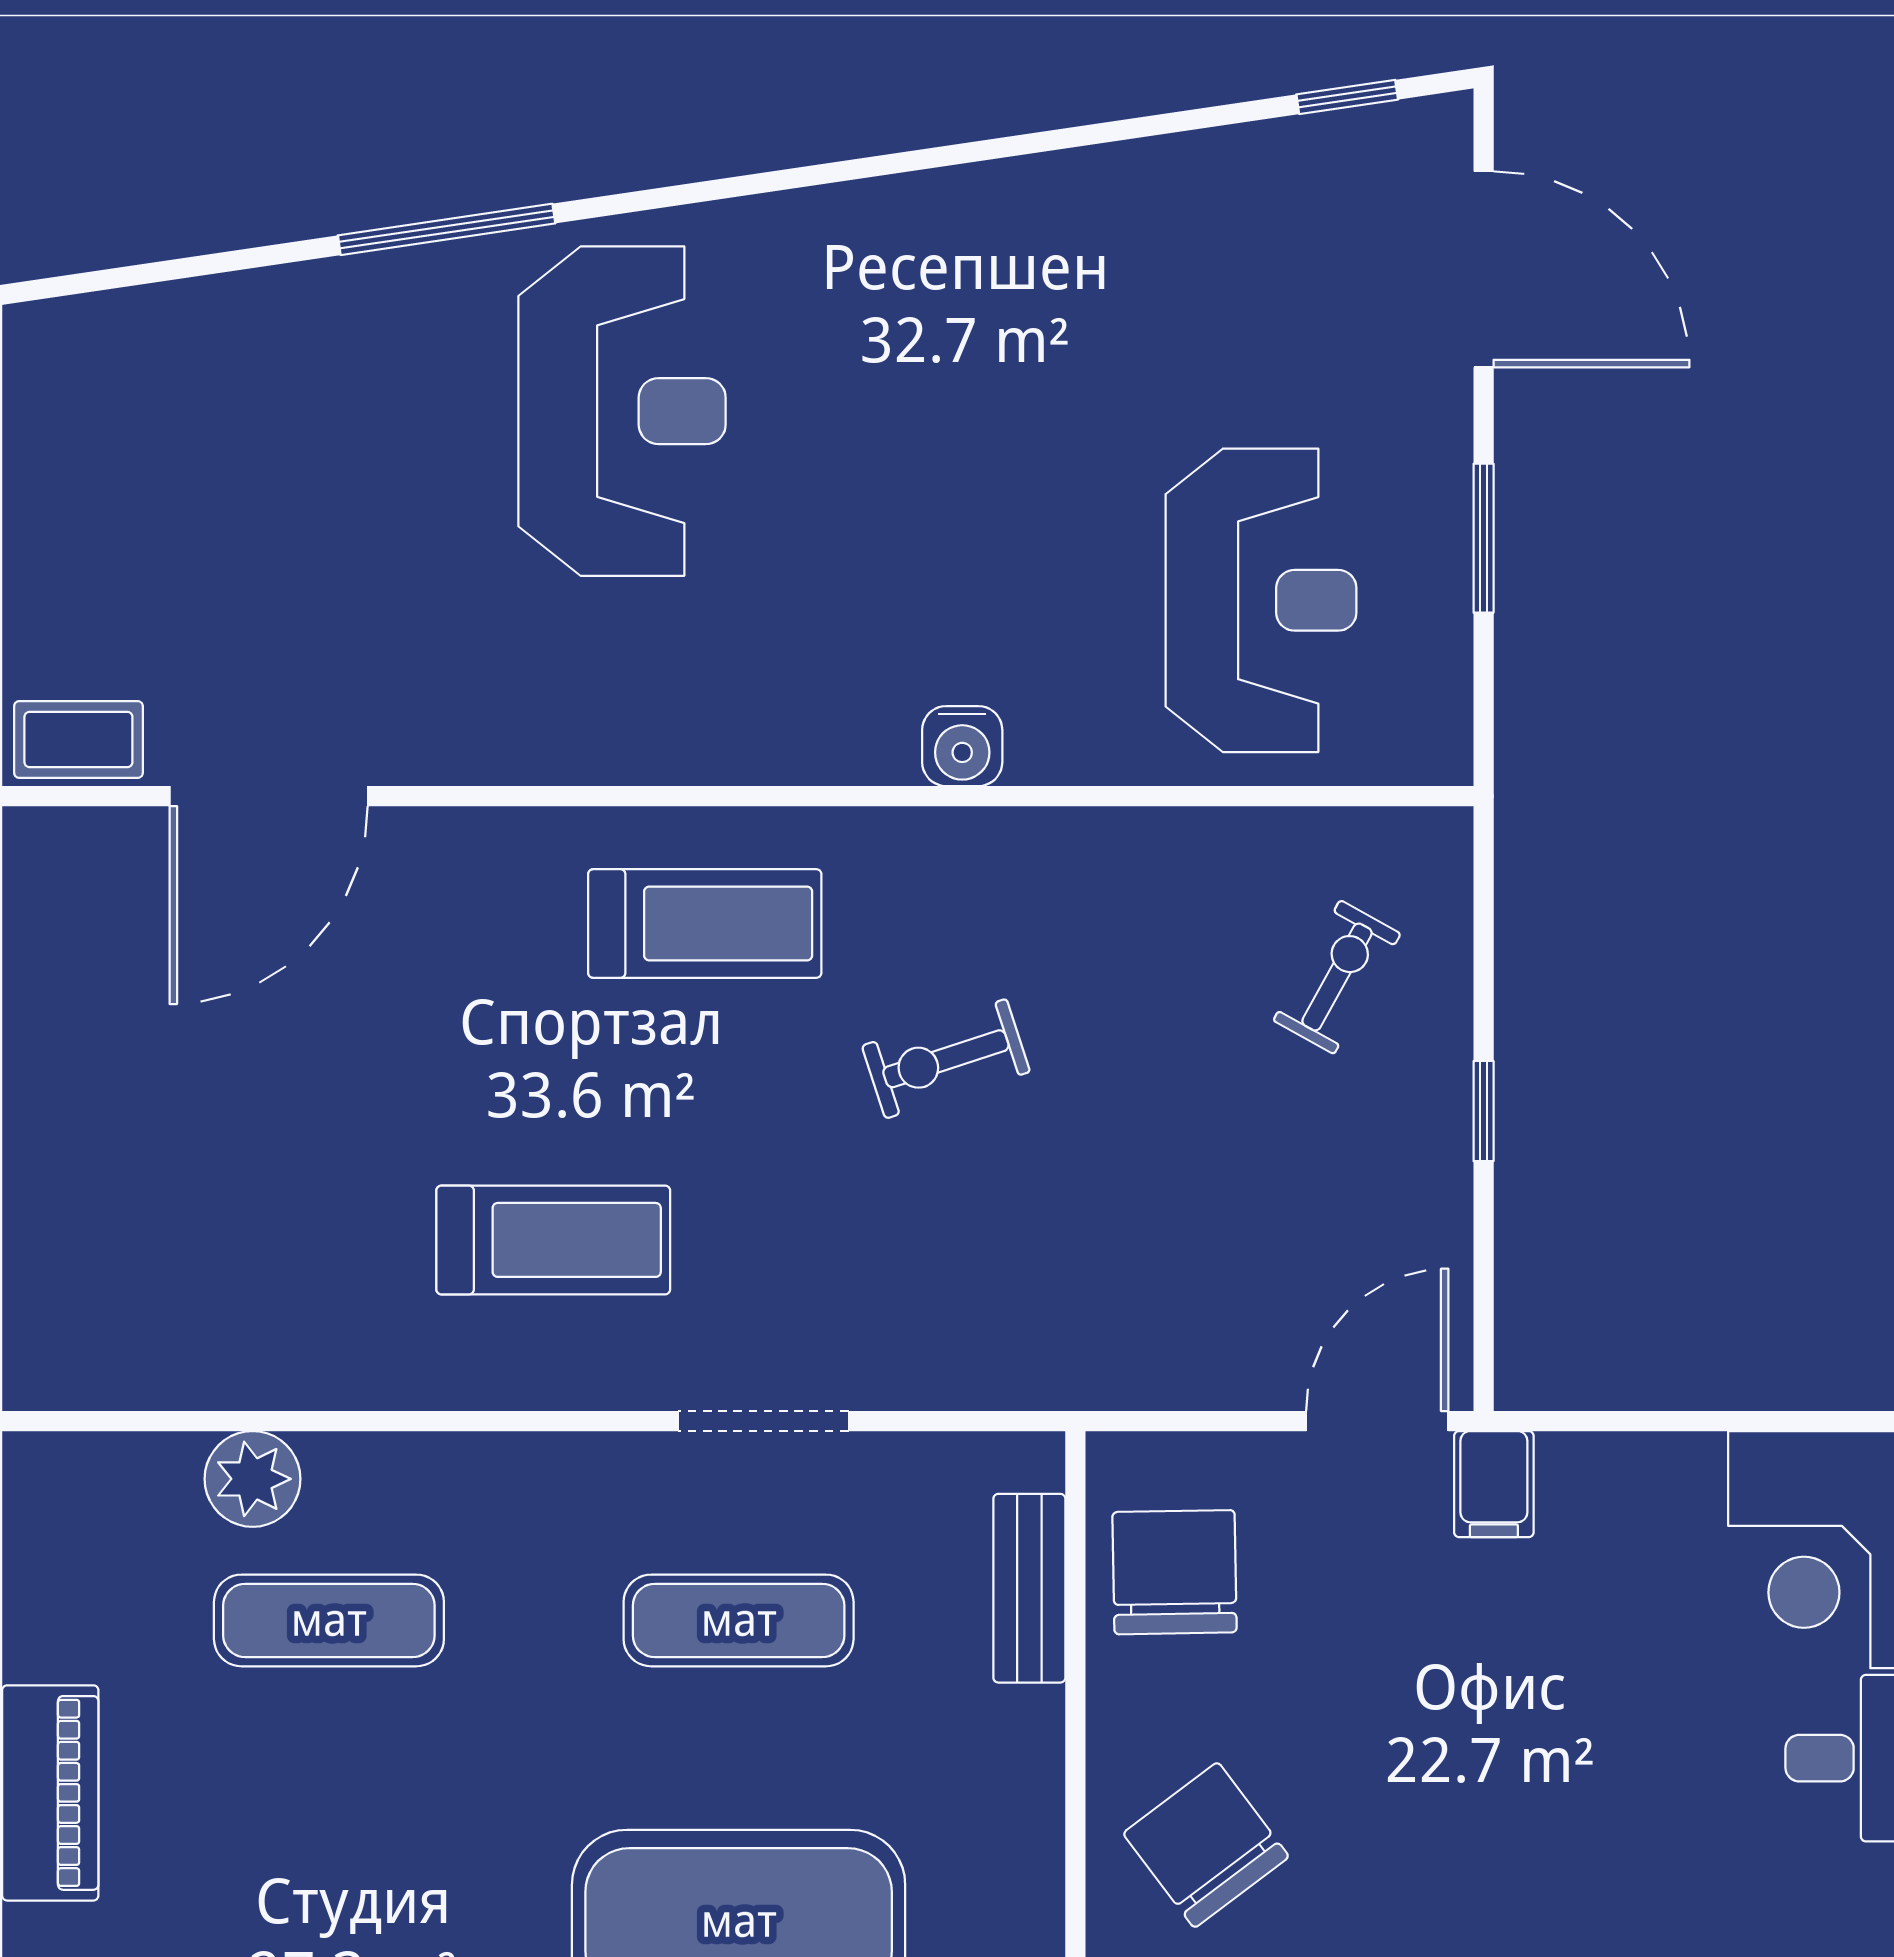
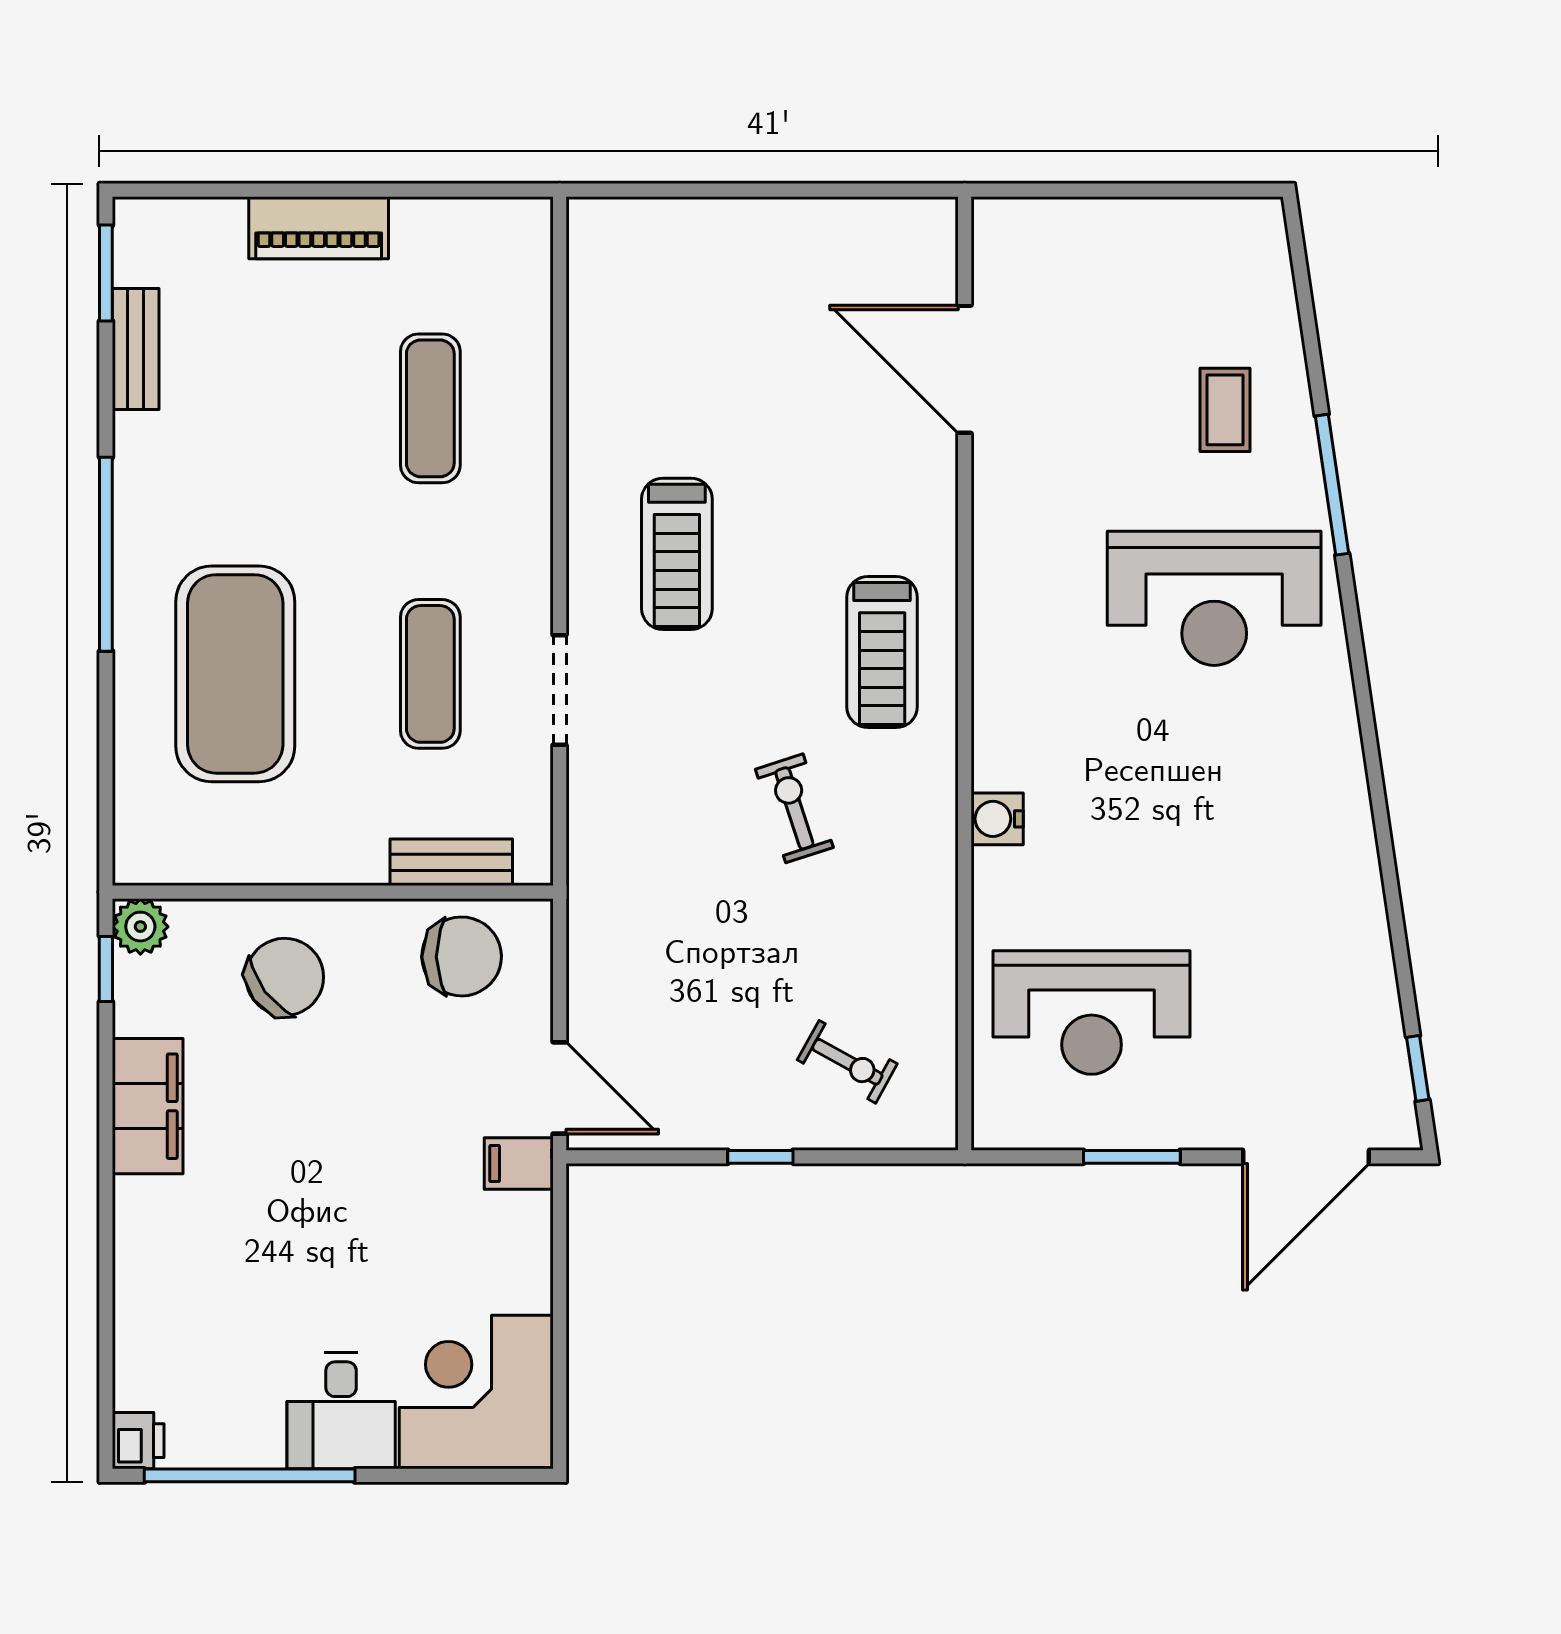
coffee table: (78, 740) -> (1225, 410), moved
plant: (253, 1479) -> (522, 359), removed

